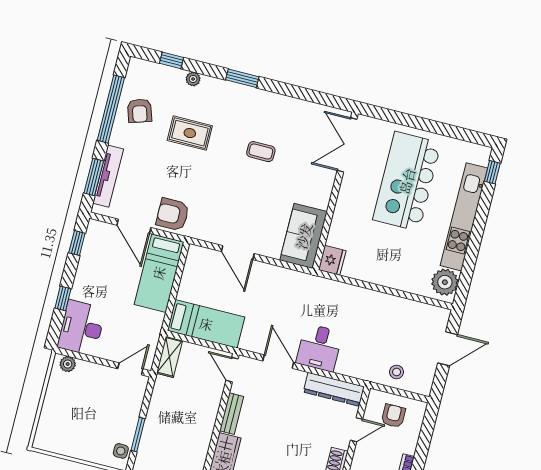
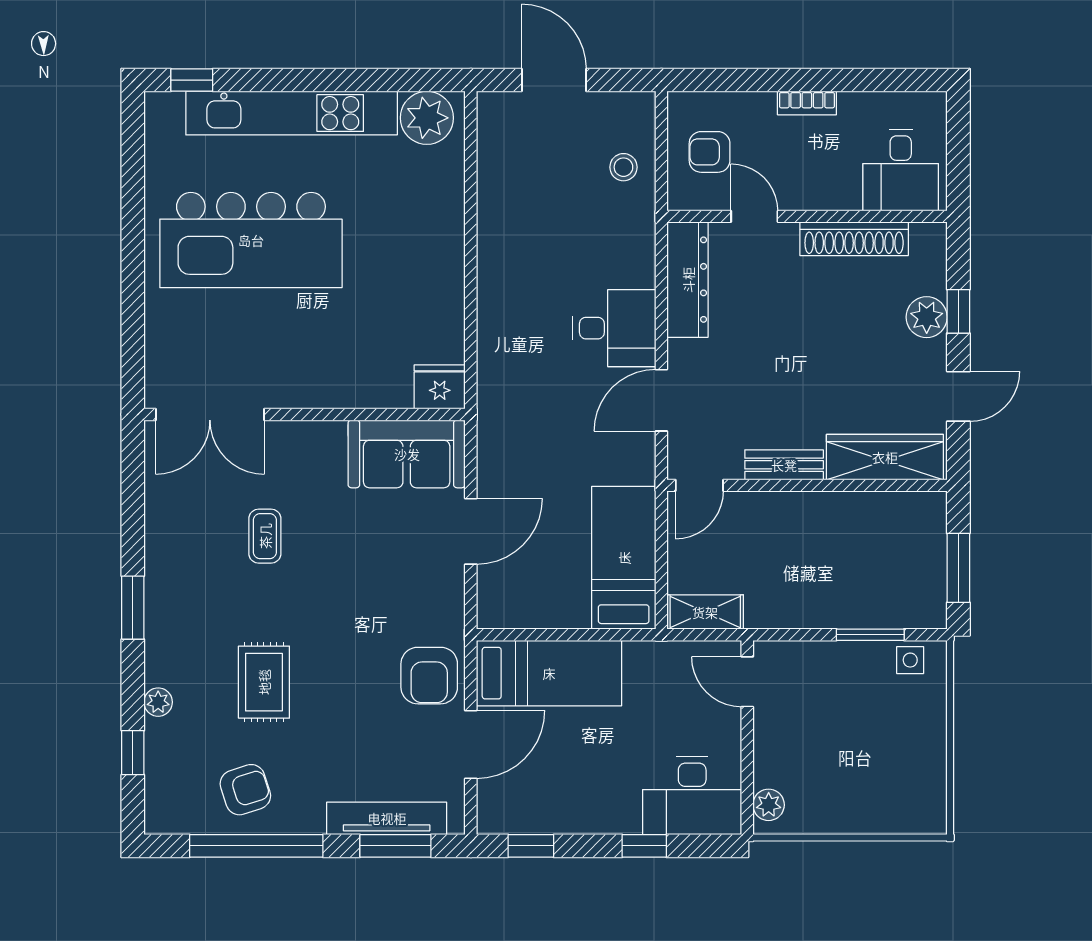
double door: (347, 145) -> (210, 414), moved
wall: (335, 191) -> (305, 414), moved
sofa: (304, 236) -> (407, 454), moved
fridge: (332, 260) -> (440, 387), moved

